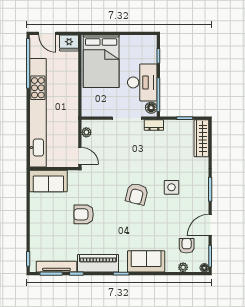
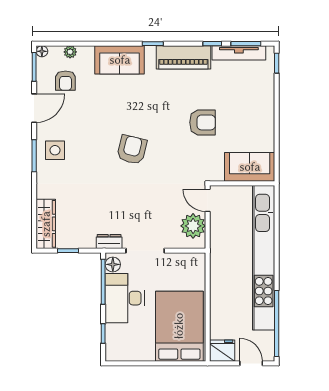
plant: (86, 132) -> (193, 226), width x1.87, depth x1.87
side table: (171, 187) -> (55, 150), moved

